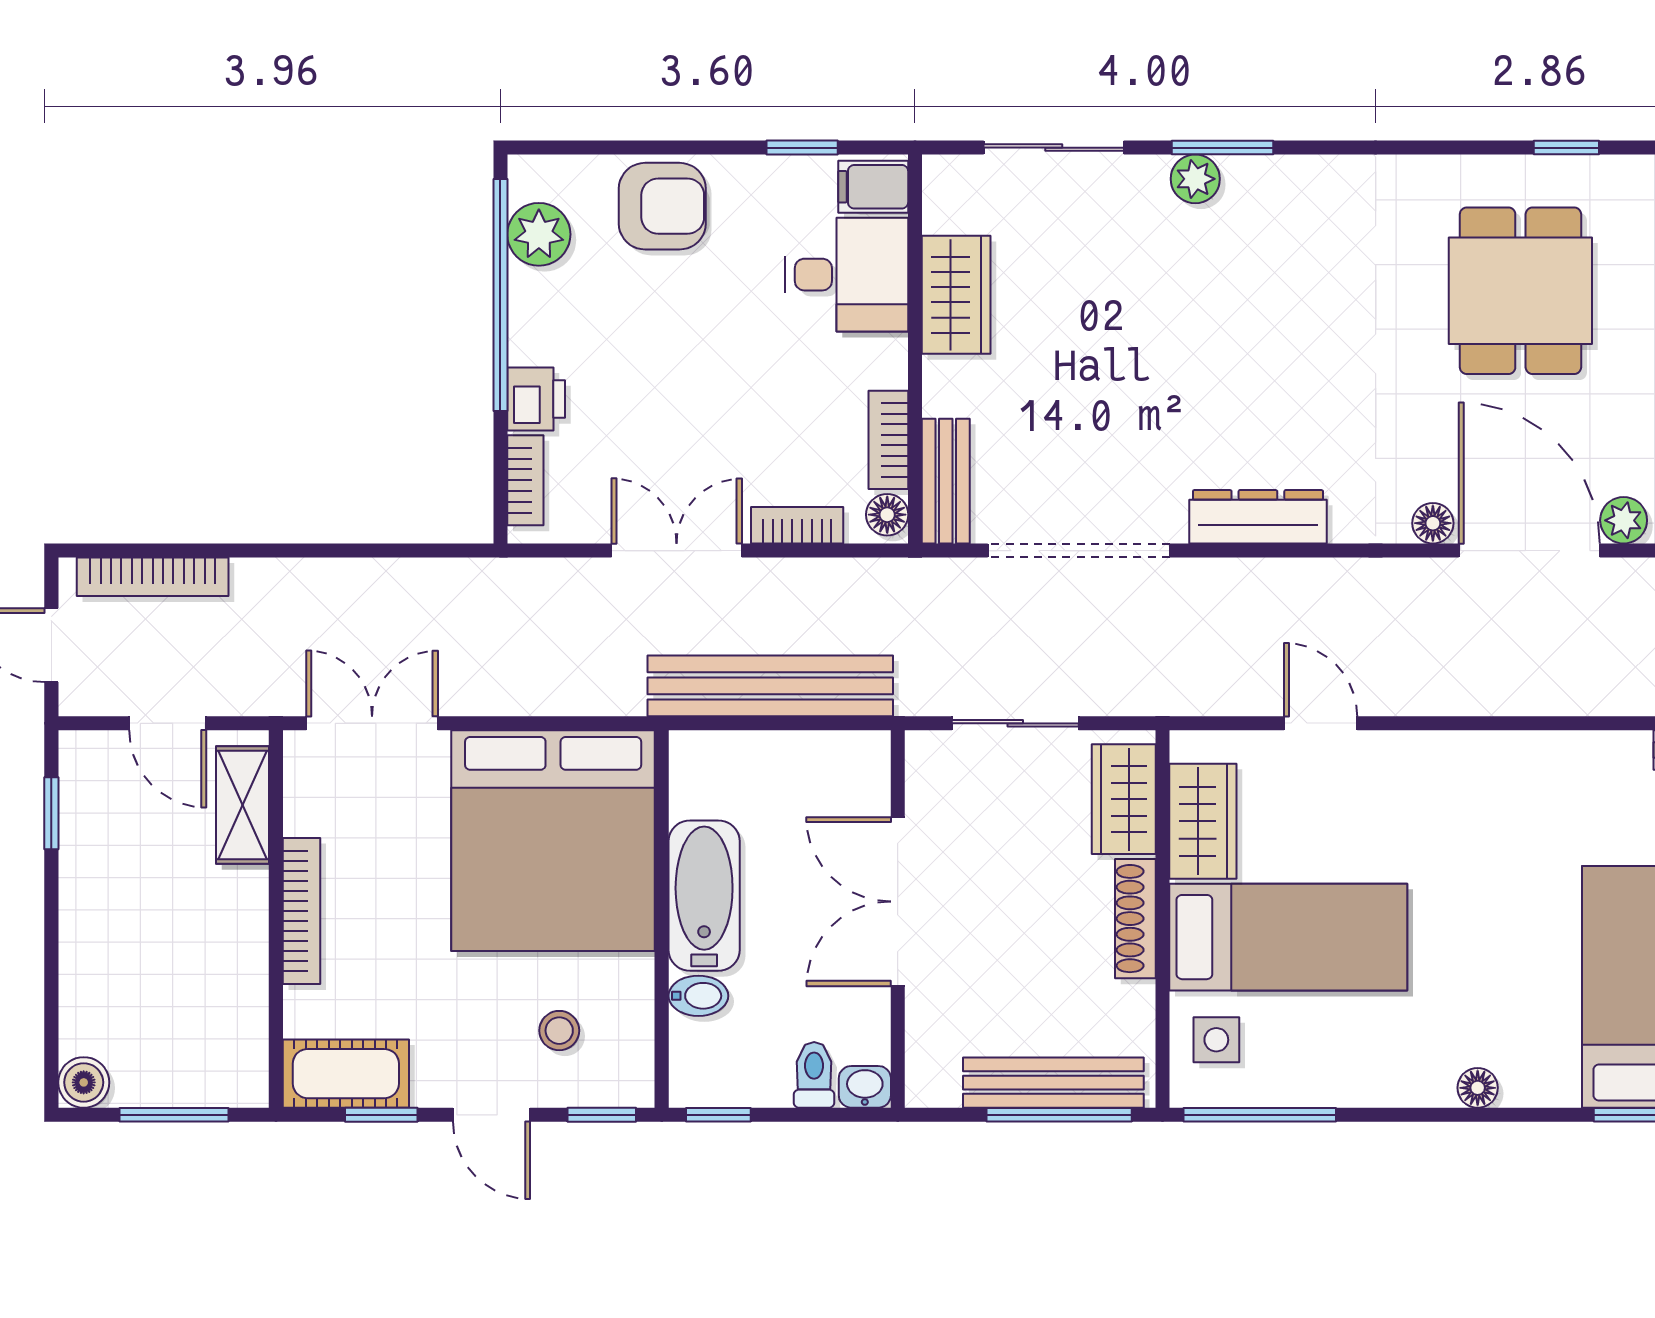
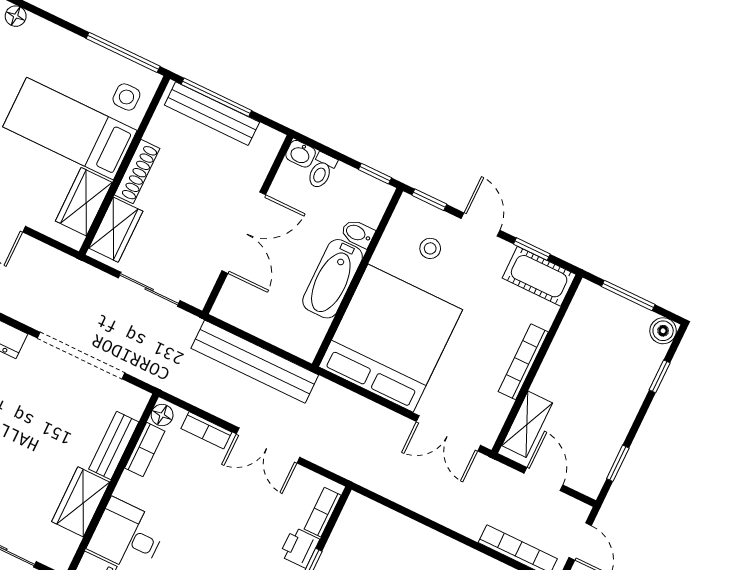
bench: (946, 481) -> (114, 446), moved
window: (51, 1000) -> (660, 376), added

